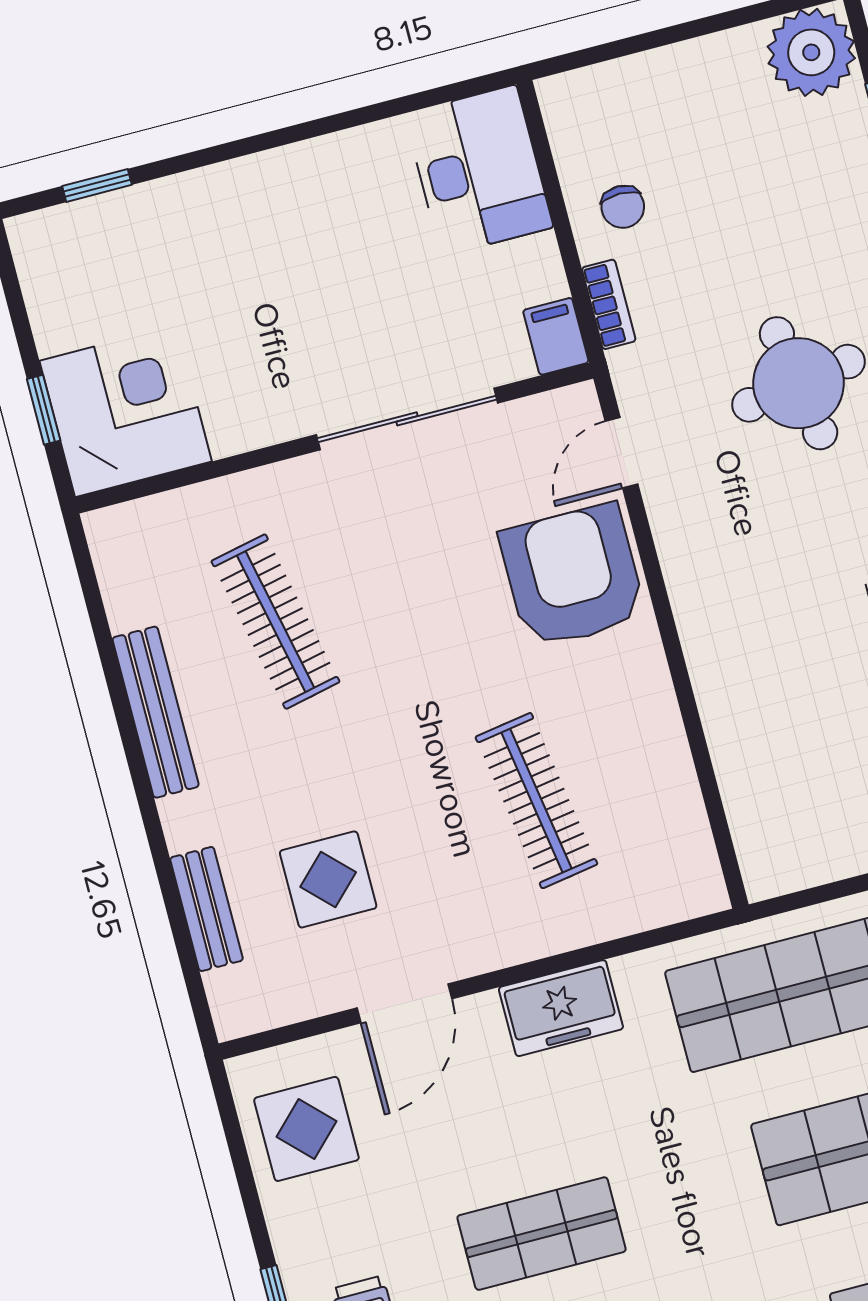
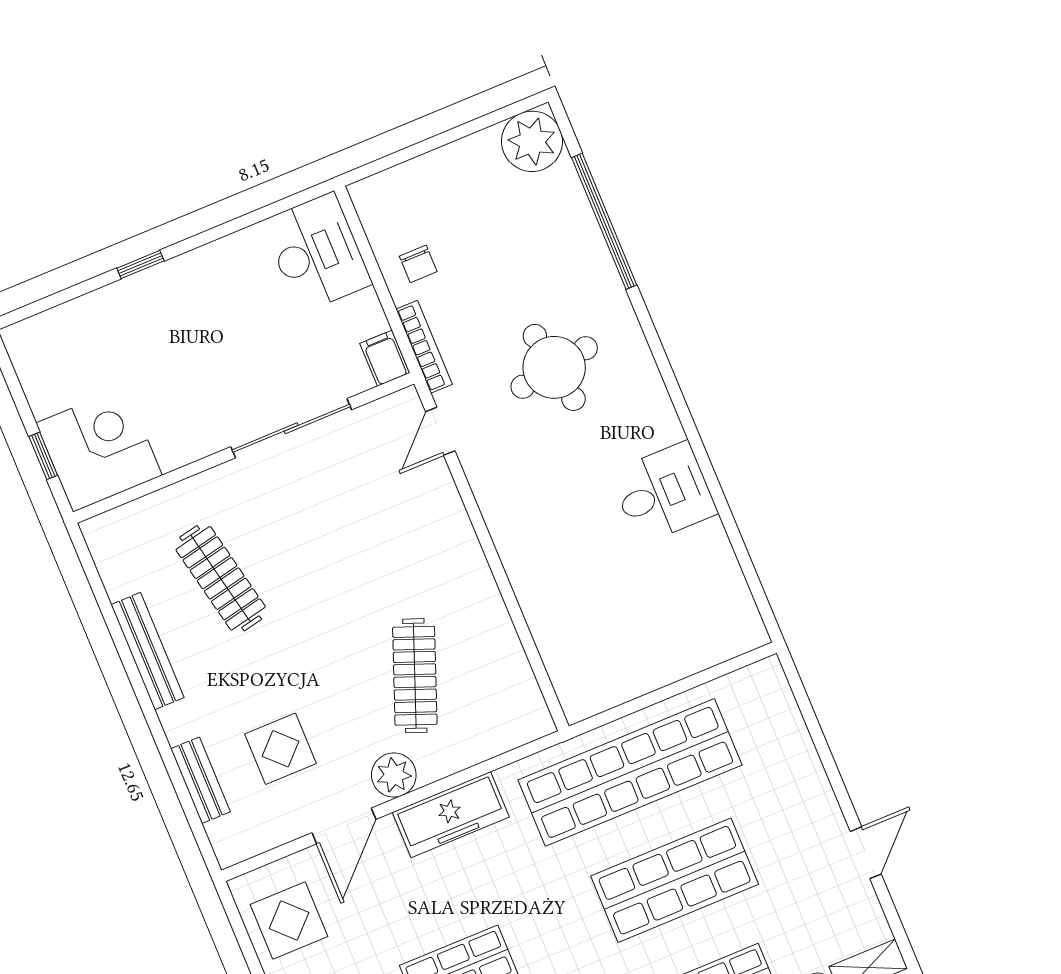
window: (97, 185) -> (140, 264), moved
bookcase: (609, 304) -> (424, 347), width x1.56
armchair: (573, 576) -> (418, 520), removed
clothes rail: (536, 801) -> (415, 676), turned 30
plant: (487, 940) -> (394, 775), added
freezer: (561, 1008) -> (451, 815), width x1.40

